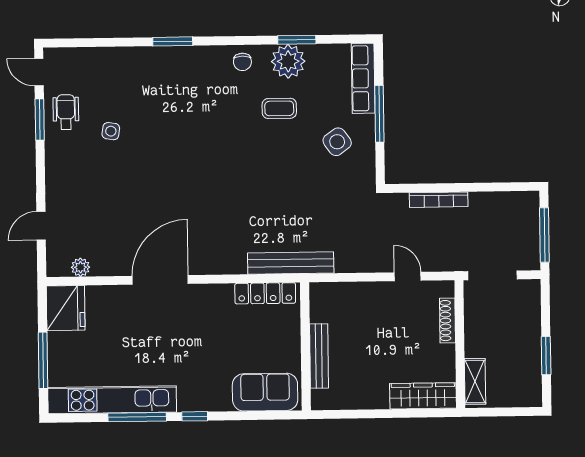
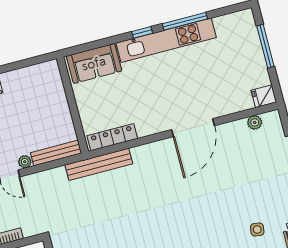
plant: (384, 289) -> (25, 162), added
fridge: (66, 308) -> (264, 96), width x0.53, depth x0.75
bench: (319, 356) -> (56, 153), moved, turned 90
kitchen unit: (112, 400) -> (166, 40), moved

